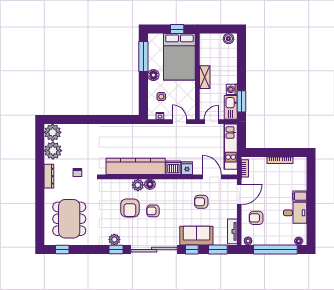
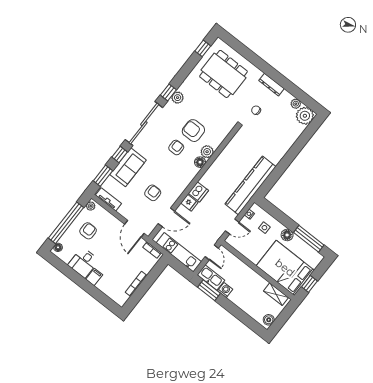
shelving: (205, 77) -> (276, 294), moved
plant: (53, 151) -> (296, 104), width x0.53, depth x0.53
kitchen counter: (136, 166) -> (251, 185), moved, turned 180
armchair: (256, 218) -> (88, 231), moved

